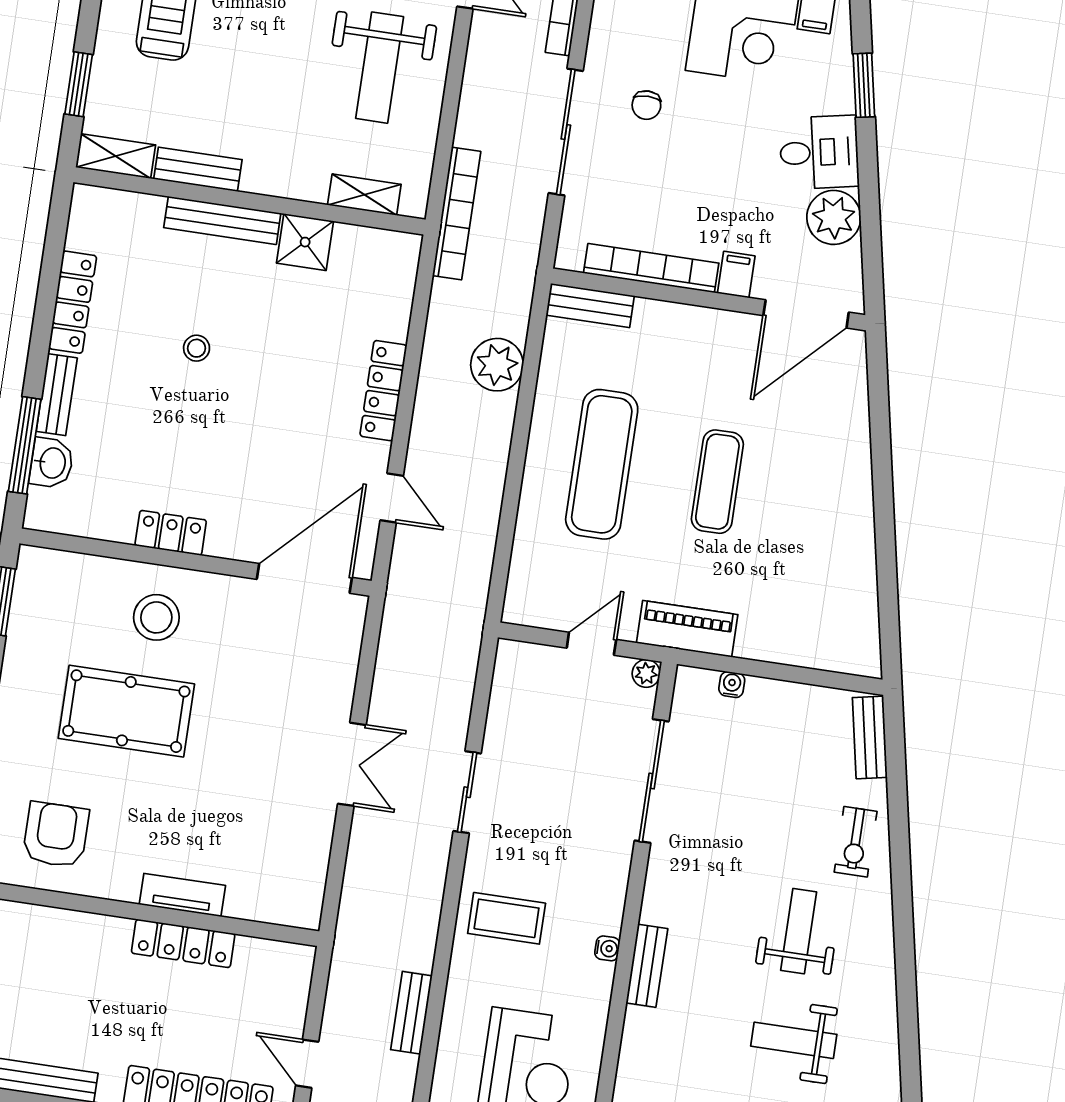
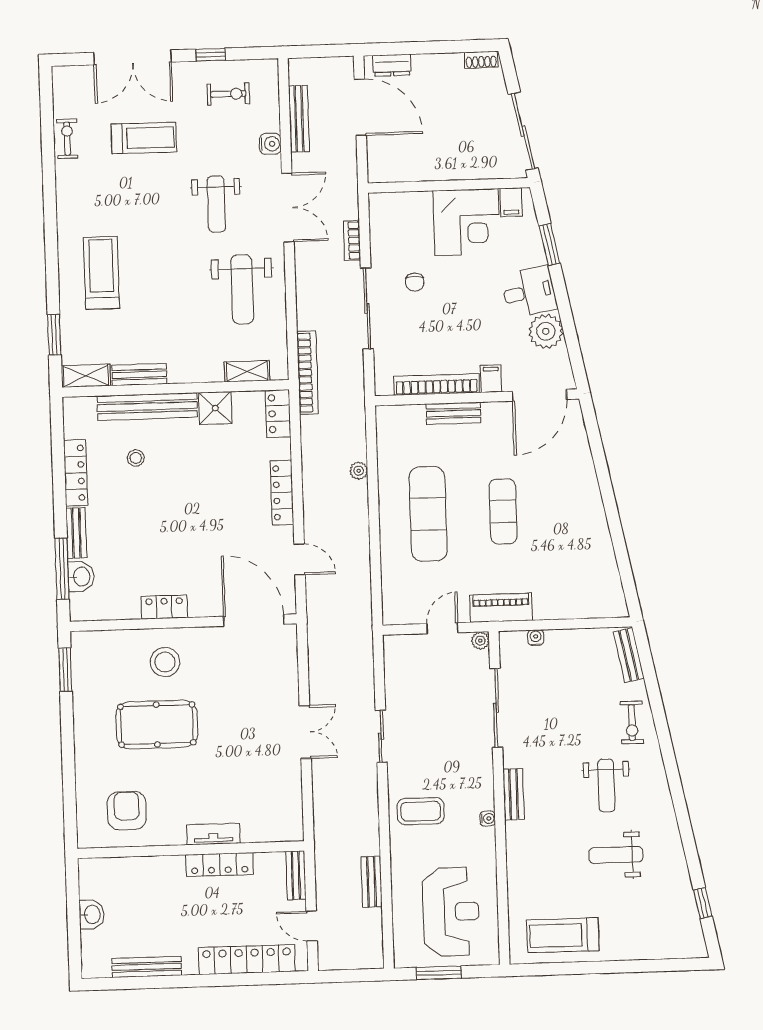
bench: (222, 220) -> (147, 407), width x1.37, depth x1.21
locker: (400, 268) -> (278, 414), added
bench: (590, 305) -> (454, 413), moved
stool: (197, 348) -> (136, 458), moved
plant: (497, 365) -> (359, 471), width x0.53, depth x0.53
door: (304, 578) -> (254, 620), hinge flipped
weight bench: (799, 931) -> (606, 785), turned 180
bench: (647, 966) -> (514, 794), moved
bench: (297, 981) -> (296, 875), added

